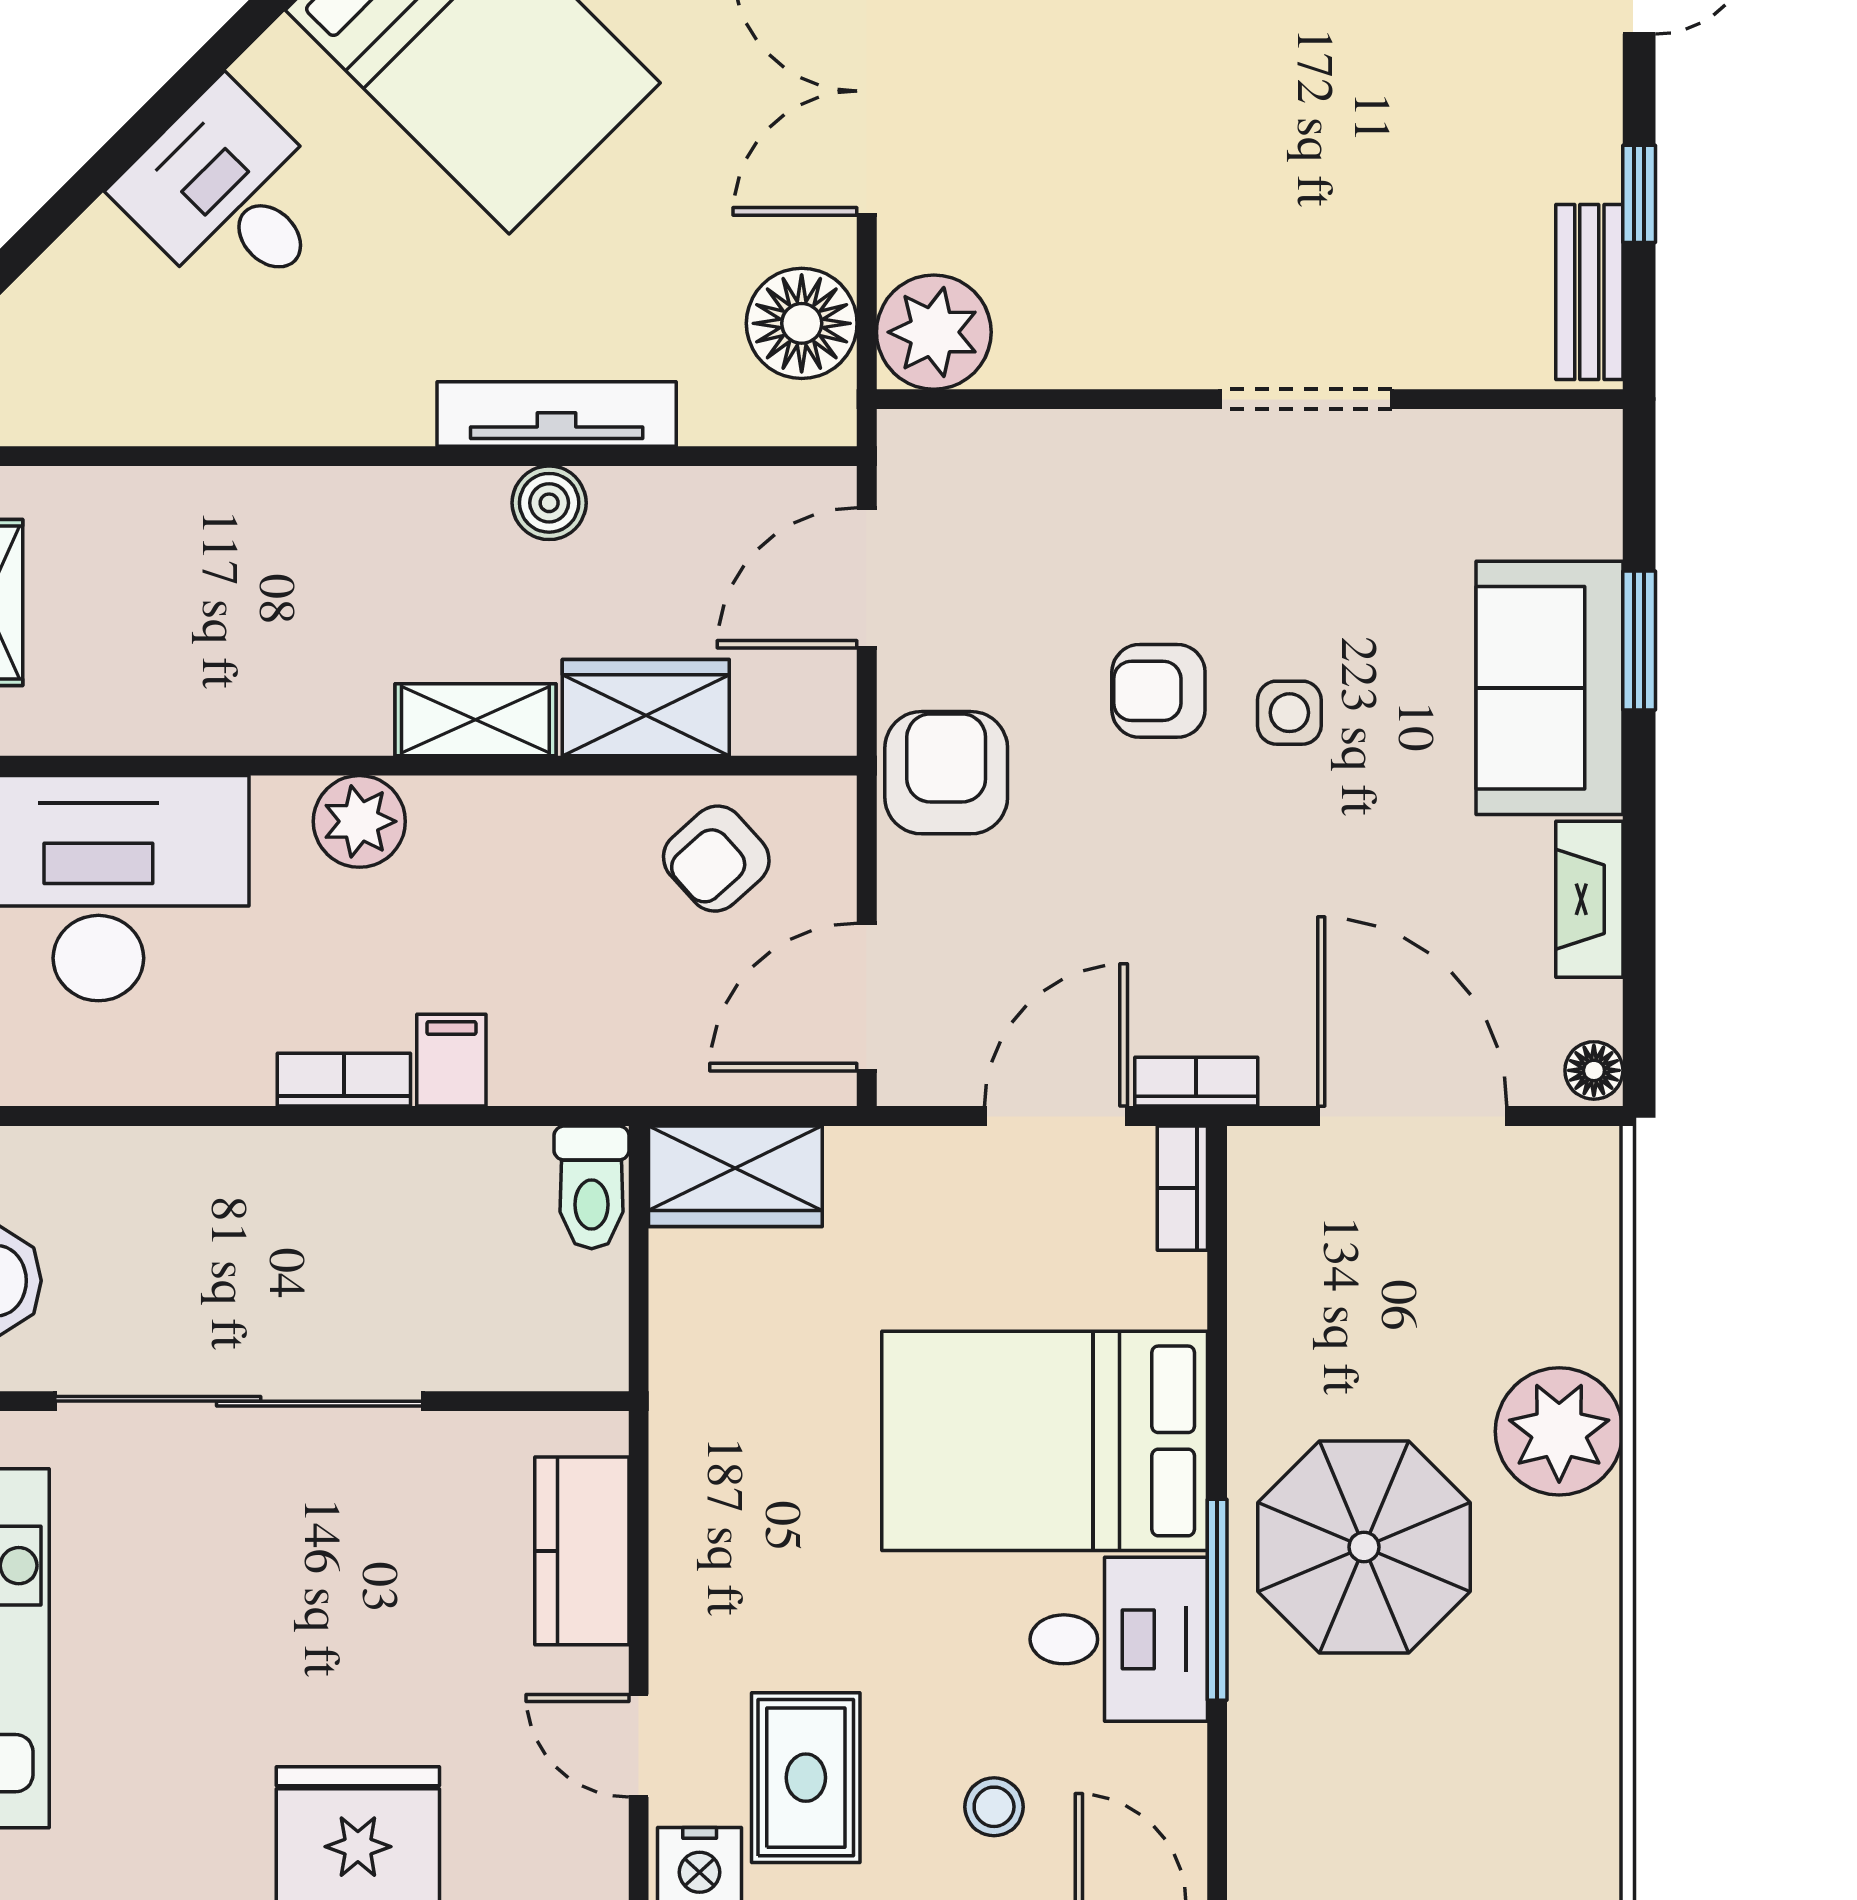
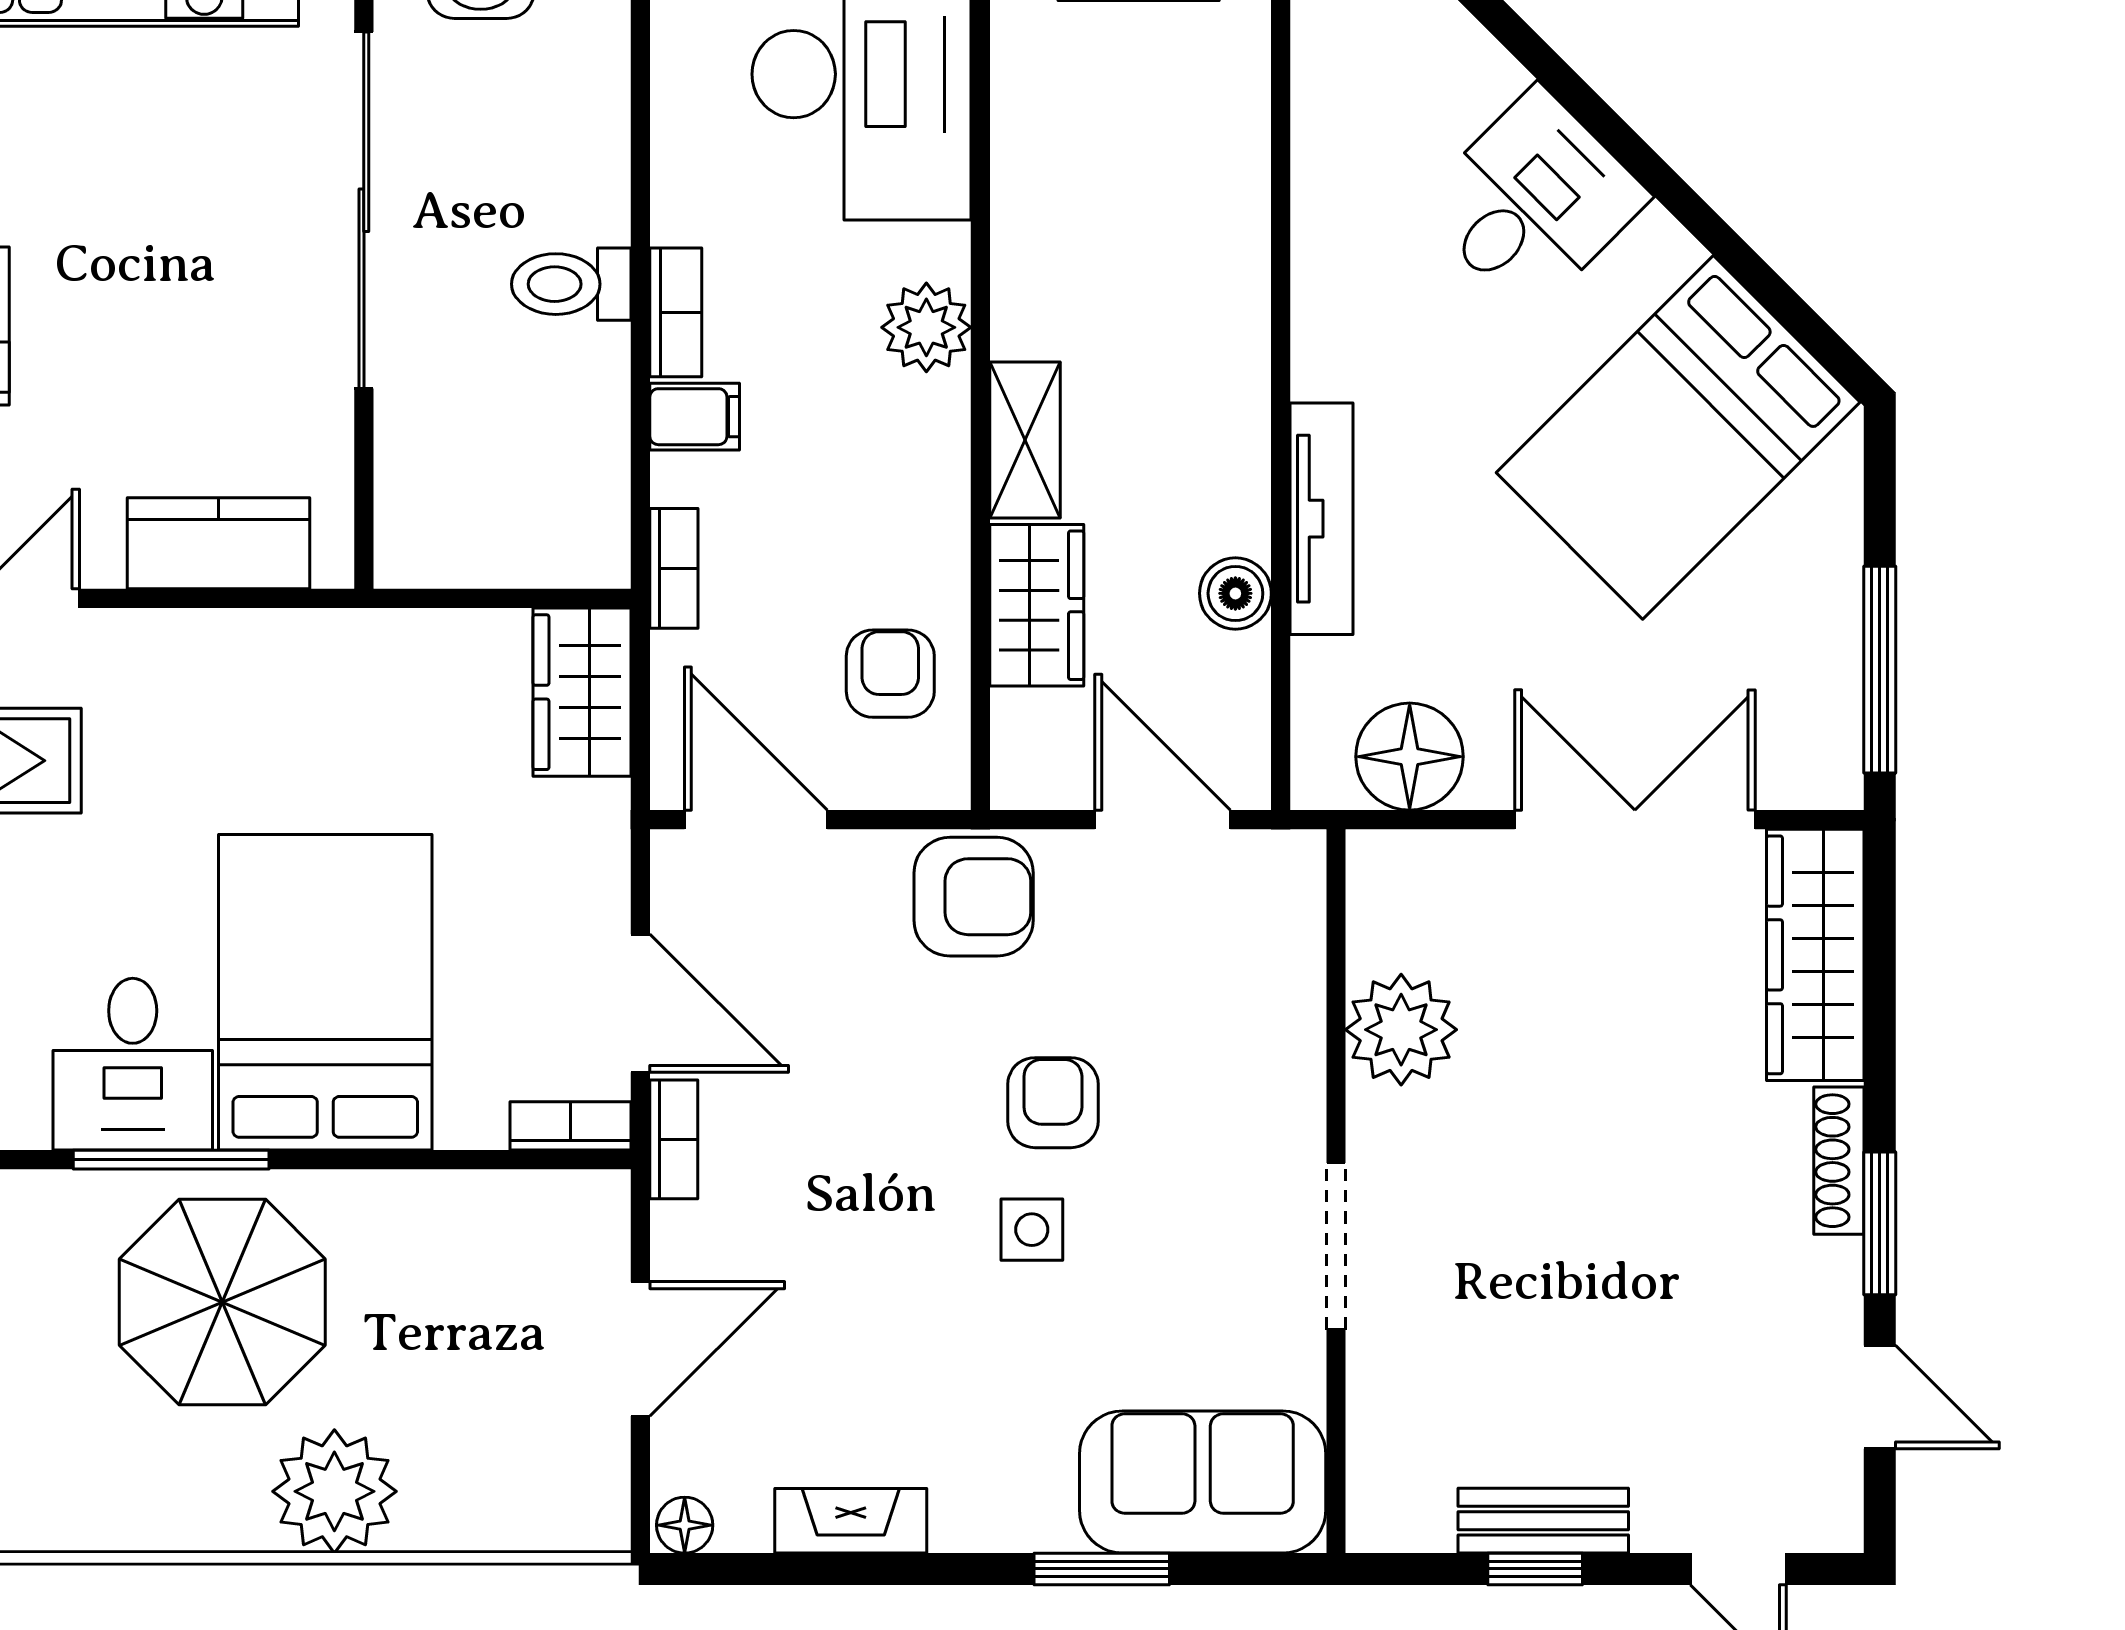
bench: (1589, 292) -> (1543, 1521), moved
plant: (934, 332) -> (1401, 1030), moved
boiler: (549, 503) -> (1235, 593), moved
sofa: (1549, 688) -> (1203, 1482), moved
armchair: (716, 859) -> (890, 674), turned 42
bookcase: (608, 1081) -> (674, 568), added
door: (1412, 1116) -> (640, 1349), width x0.73
toilet: (592, 1187) -> (571, 284), moved

